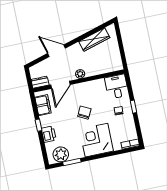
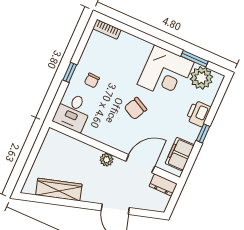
corner desk: (96, 140) -> (166, 73), moved

